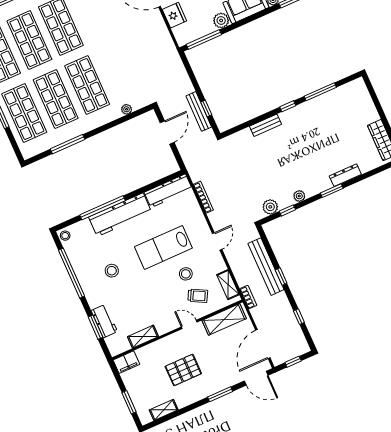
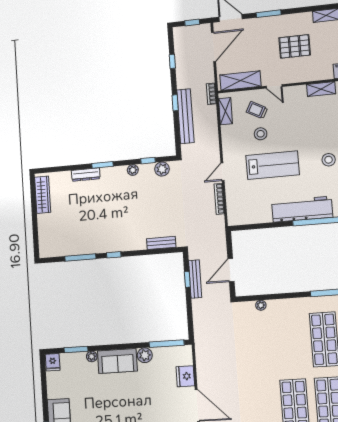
shop shelf: (87, 85) -> (290, 342), removed
bench: (265, 125) -> (161, 243), moved
workbench: (168, 191) -> (249, 216), removed
door: (217, 241) -> (223, 172), moved

